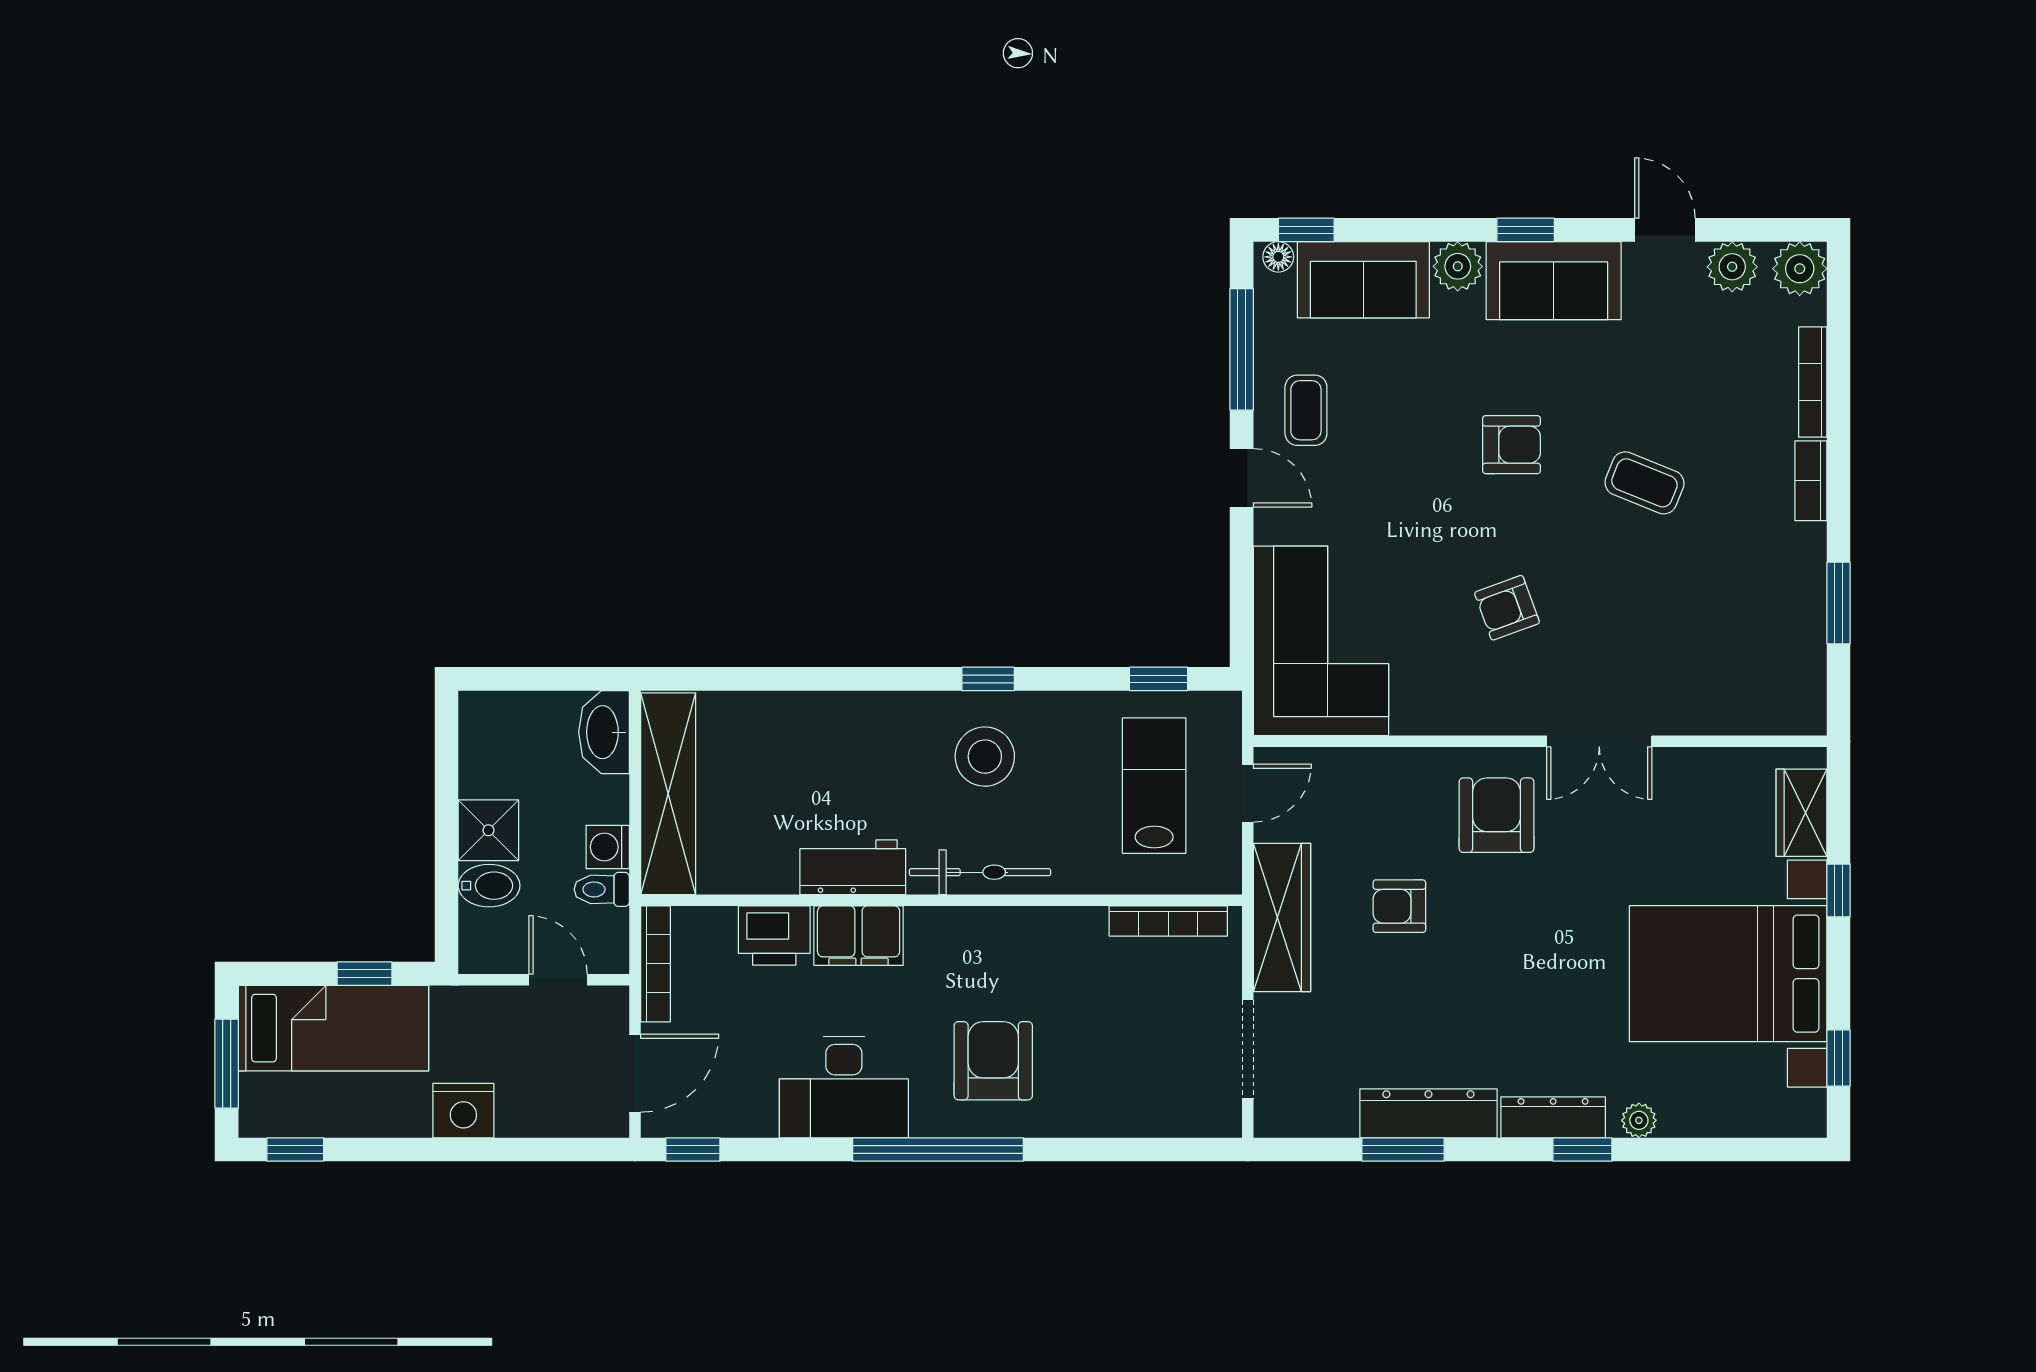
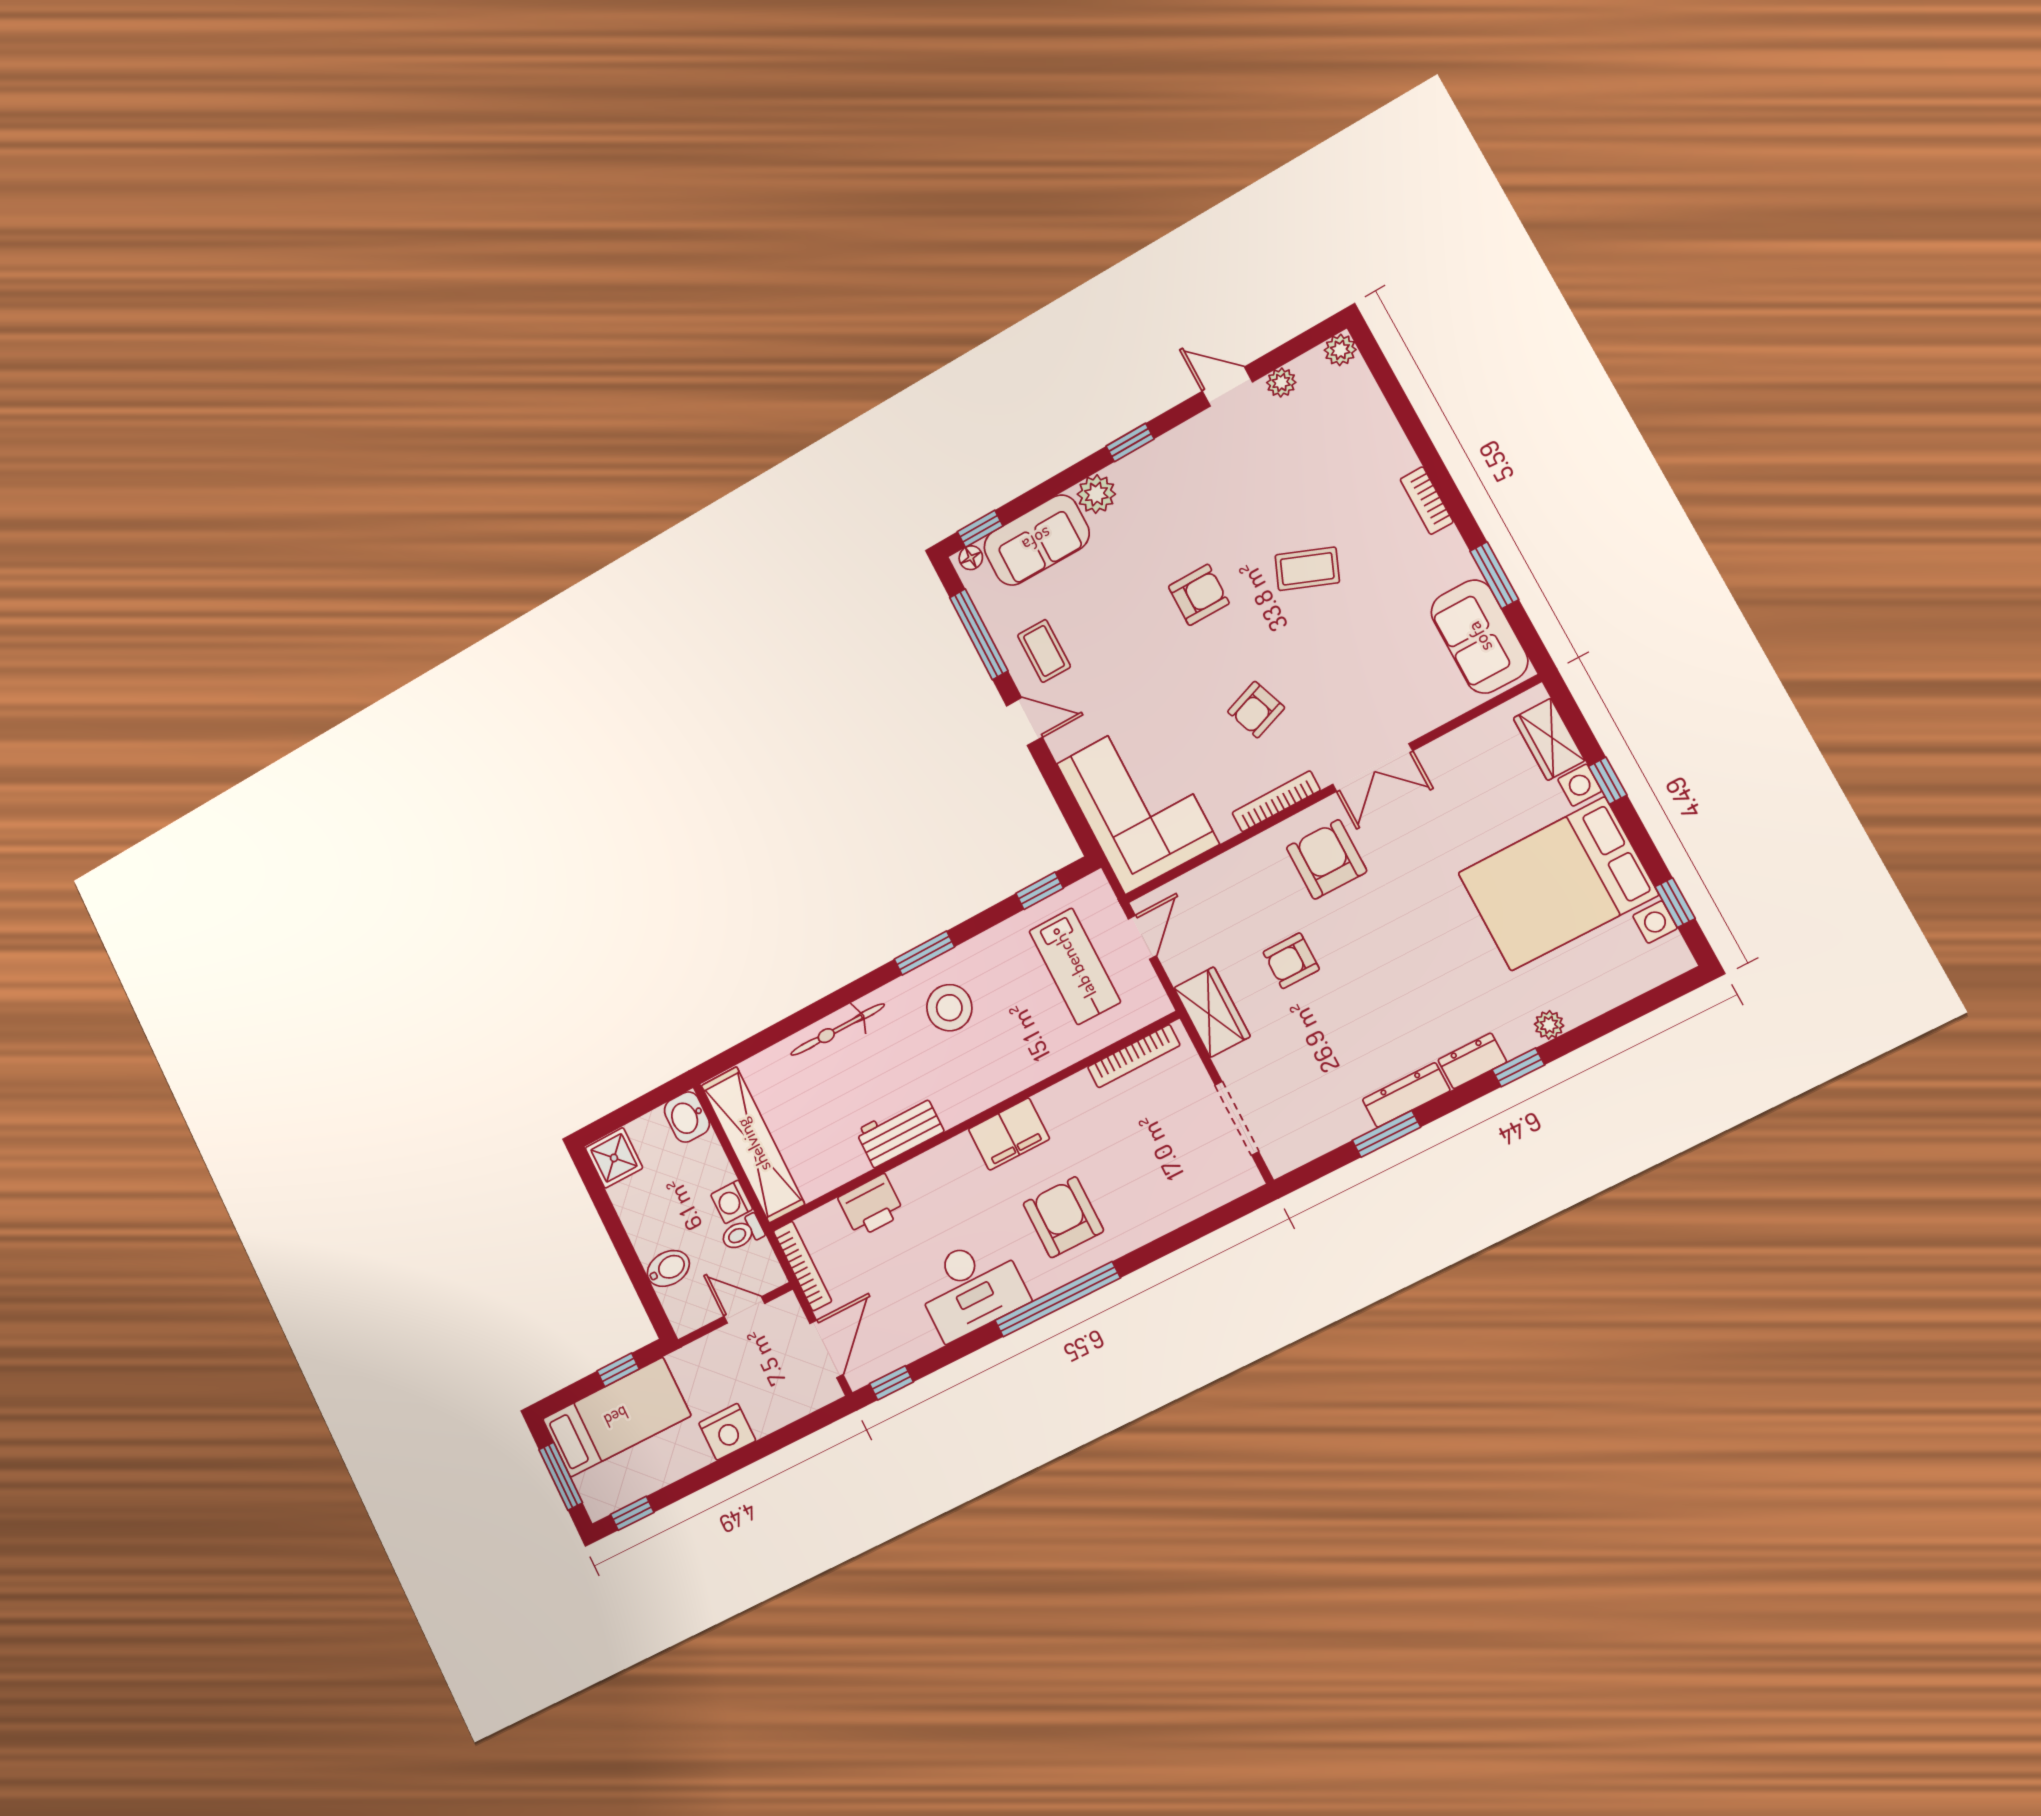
plant: (1732, 267) -> (1281, 382), width x0.73, depth x0.73
plant: (1800, 269) -> (1340, 350), width x0.73, depth x0.73
sofa: (1554, 281) -> (1479, 637), moved, turned 90
bookcase: (1813, 382) -> (1276, 801), moved, turned 90
window: (988, 679) -> (924, 953), width x1.50
washbasin: (604, 732) -> (687, 1117), width x0.72
lab bench: (1154, 786) -> (1075, 966), turned 180
shower: (488, 830) -> (614, 1158), moved
bicycle: (980, 872) -> (837, 1030), moved, turned 180
wardrobe: (1282, 917) -> (1212, 1012), width x0.67
filing cabinet: (859, 936) -> (1009, 1134), moved
dresser: (1428, 1113) -> (1406, 1095), width x0.73, depth x0.80
dresser: (1553, 1117) -> (1472, 1061), width x0.70

